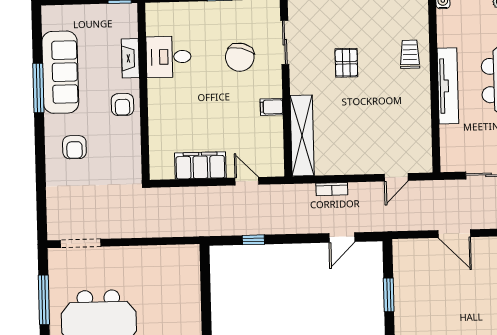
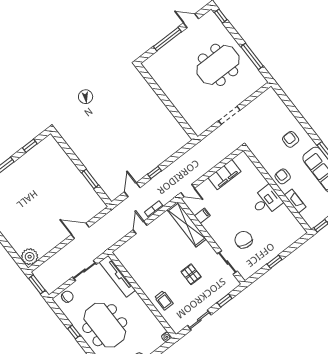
desk: (169, 57) -> (266, 201), moved
tv unit: (448, 86) -> (117, 276), moved
filing cabinet: (272, 107) -> (202, 216), moved
door: (396, 177) -> (140, 228), moved
door: (247, 181) -> (188, 190), moved
window: (253, 240) -> (154, 173), moved
doorway: (80, 243) -> (229, 115), moved

